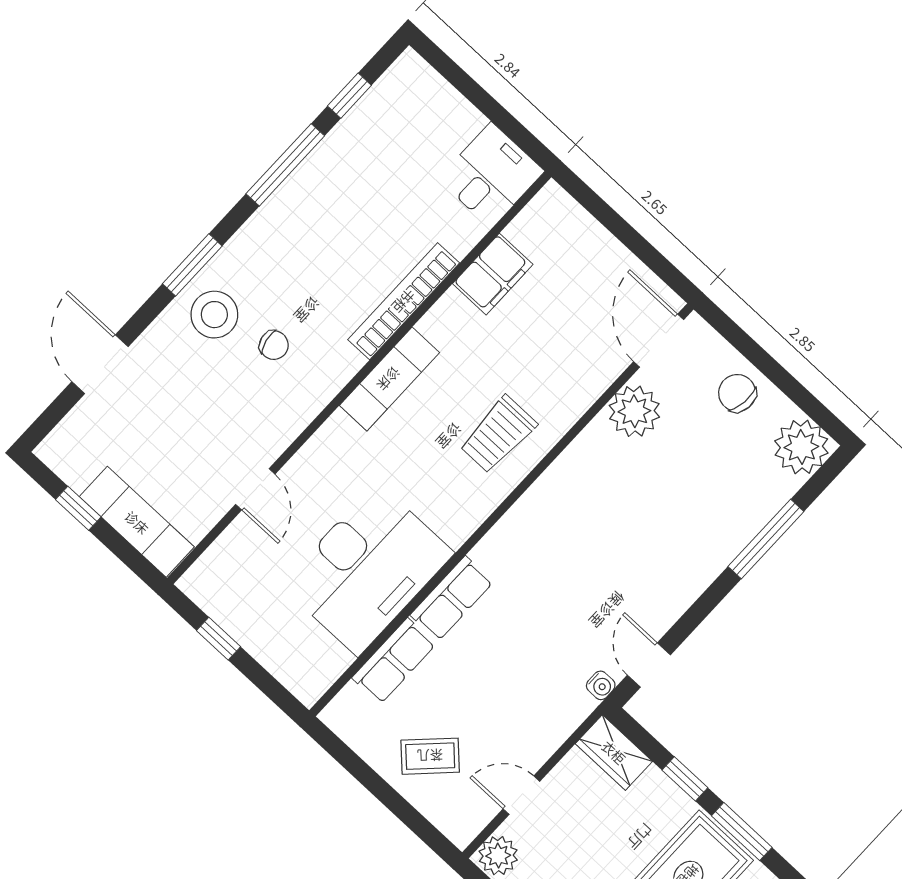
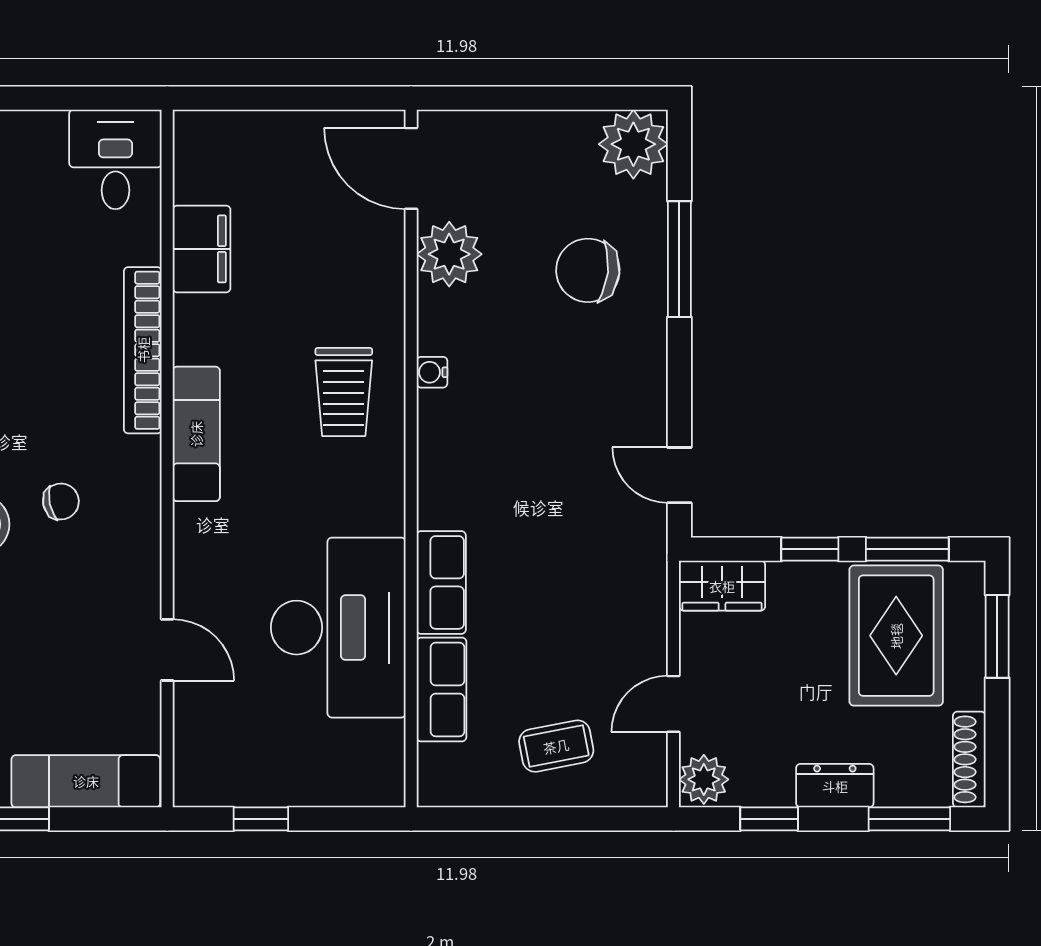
chair: (737, 393) -> (588, 270), moved, width x1.37, depth x1.37
water cooler: (601, 685) -> (432, 372), moved, turned 180
coffee table: (430, 756) -> (556, 746), turned 34

